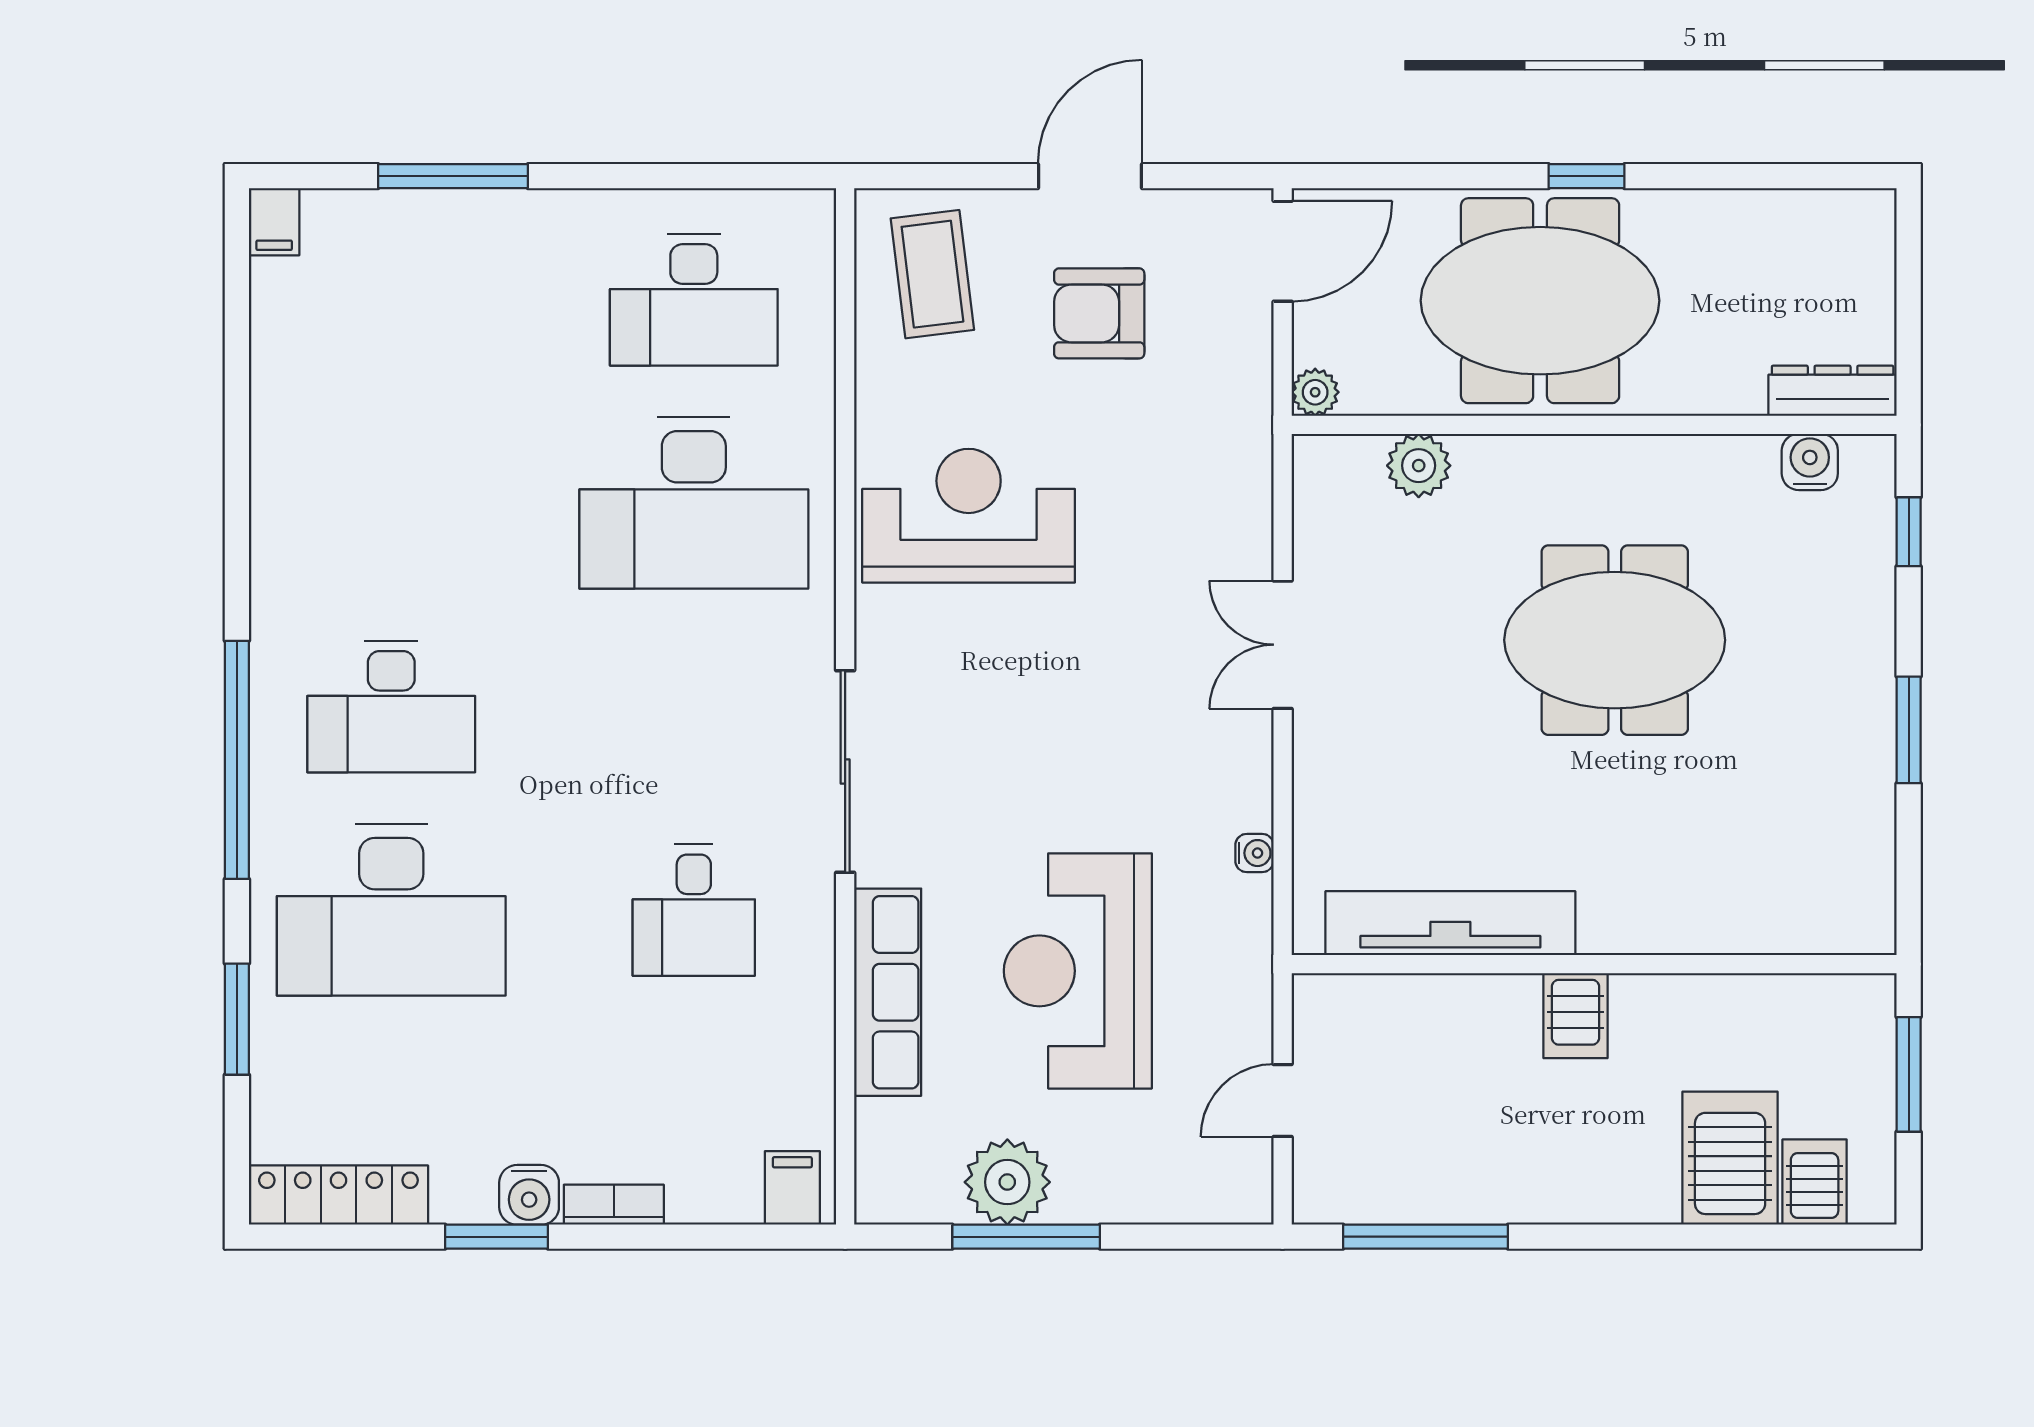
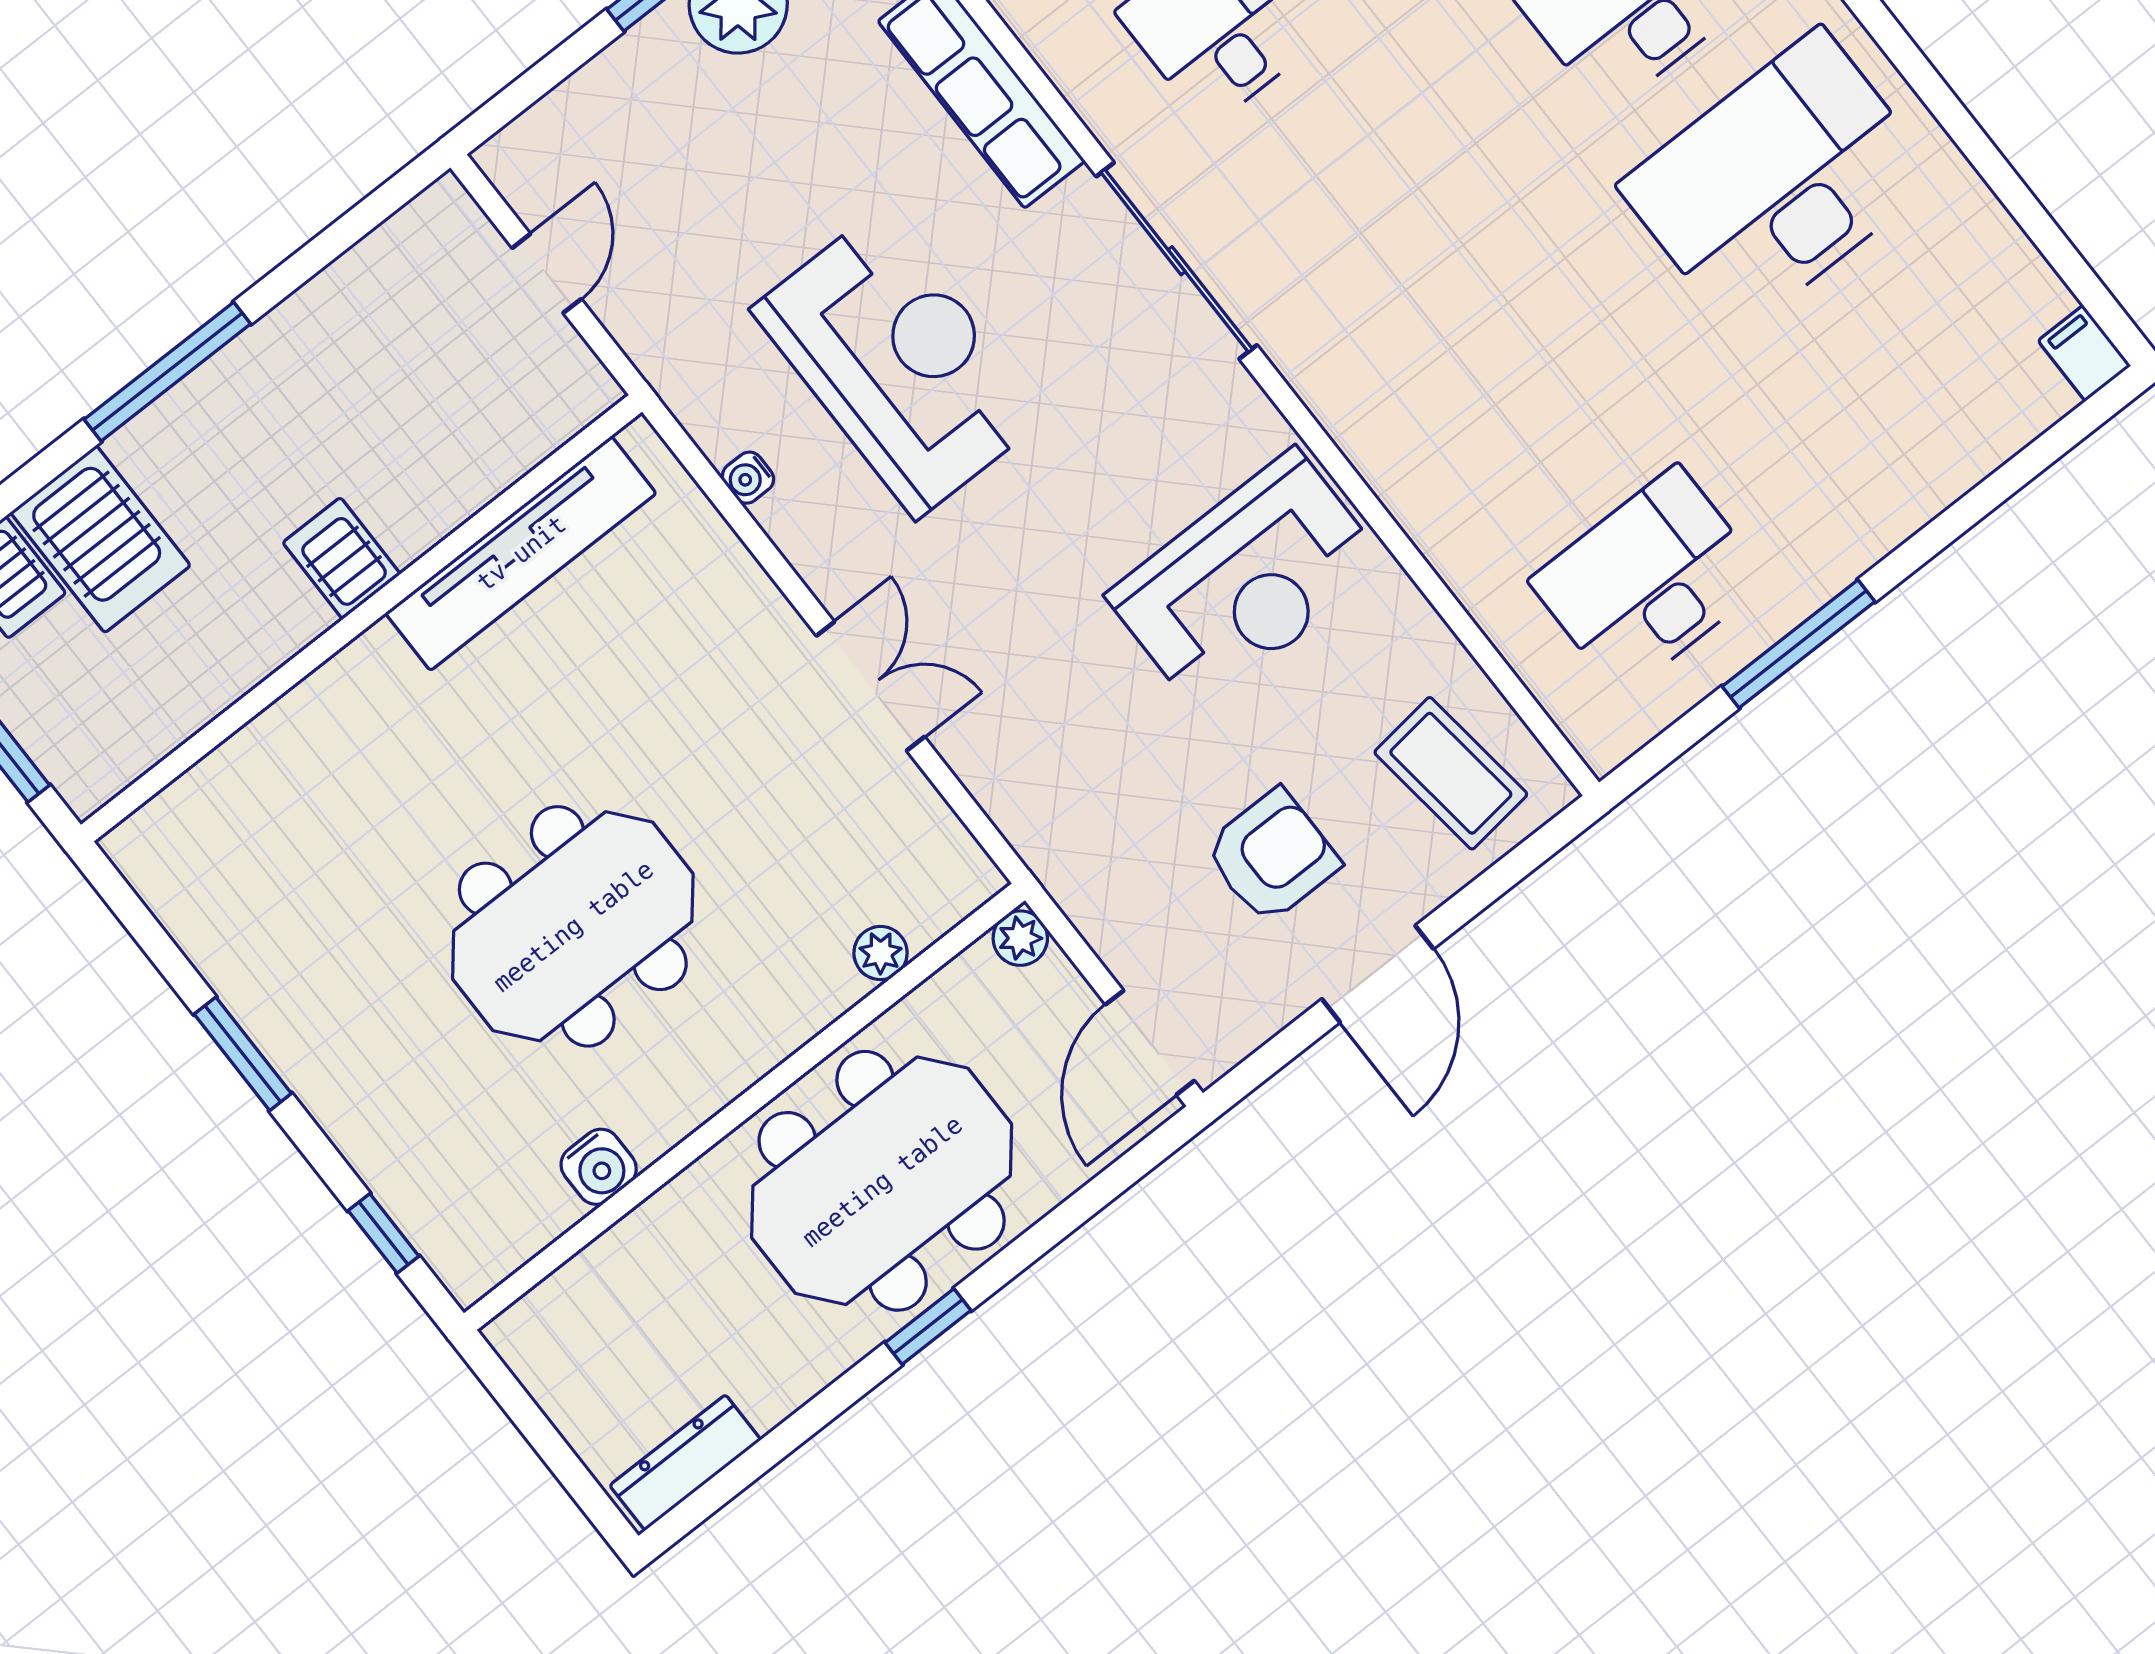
window: (453, 176) -> (1798, 644), moved
dresser: (1833, 391) -> (685, 1463), moved, turned 180
water cooler: (1810, 462) -> (599, 1167), moved
plant: (1419, 466) -> (881, 953), width x0.73, depth x0.73
desk: (694, 503) -> (1778, 182), moved
reception desk: (1078, 971) -> (899, 363), moved
window: (1426, 1237) -> (167, 372), moved

